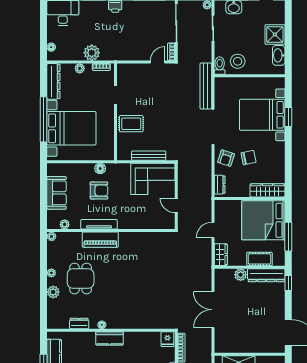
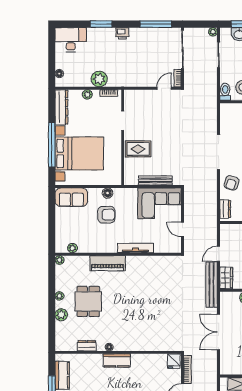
bench: (206, 86) -> (212, 285), moved
sofa: (57, 193) -> (71, 197), moved, turned 90
tv unit: (99, 224) -> (135, 248), moved

